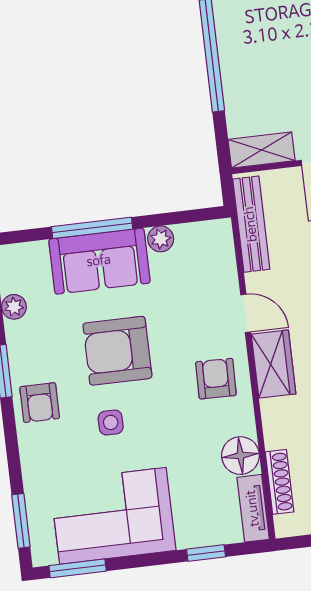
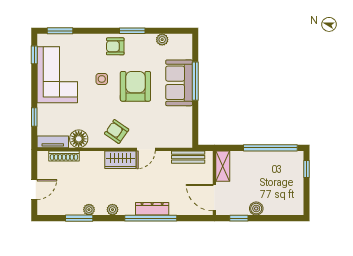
bench: (251, 224) -> (188, 157), width x0.73
plant: (161, 239) -> (186, 113), removed
armchair: (216, 379) -> (117, 132), turned -146
window: (78, 568) -> (34, 55), width x0.67

